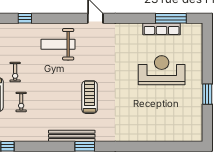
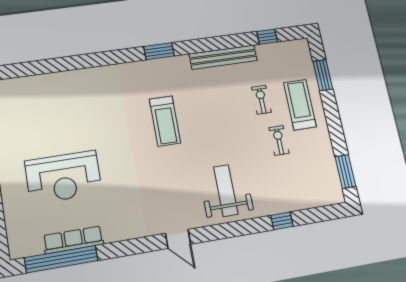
window: (171, 18) -> (61, 259), width x1.46
weight bench: (58, 44) -> (226, 190), turned -90
bench: (72, 136) -> (223, 57), moved

